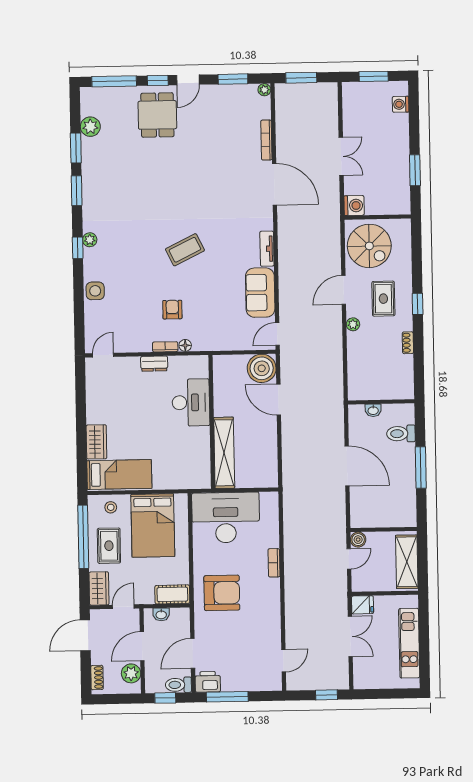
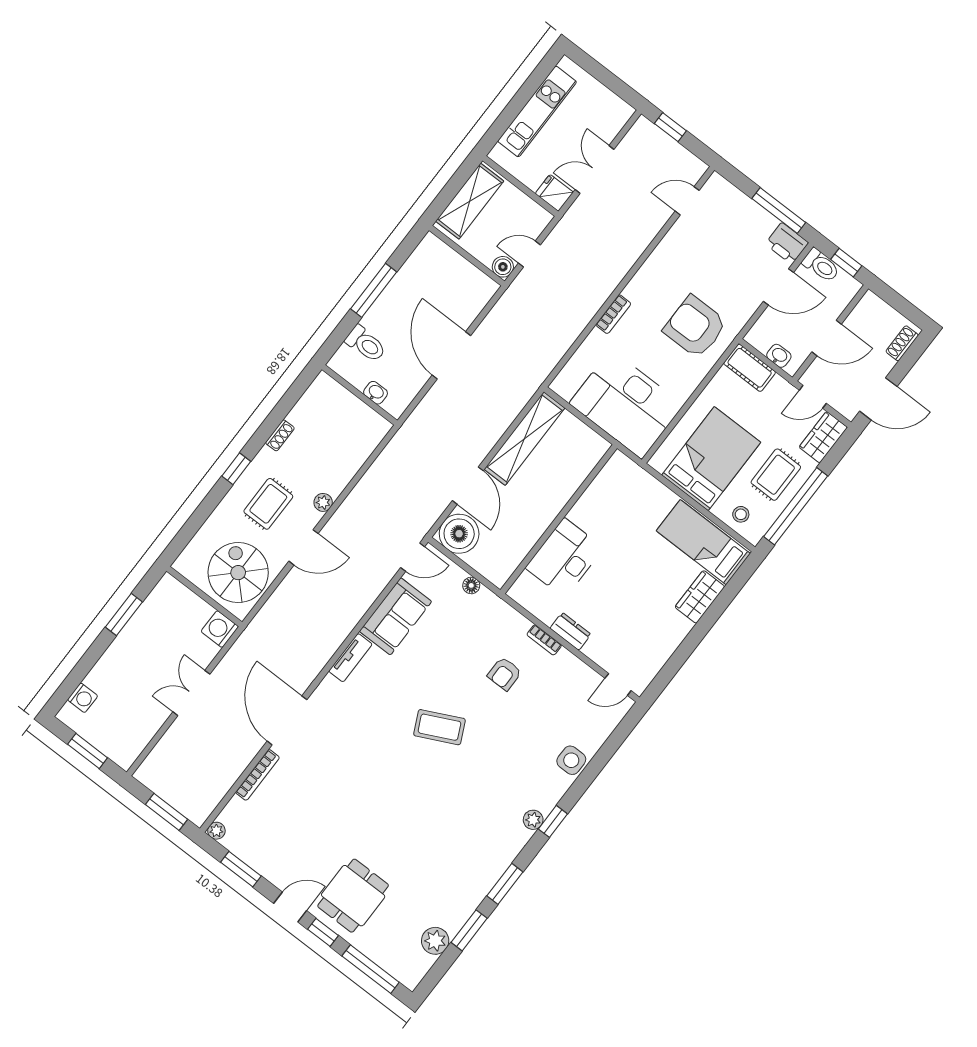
floor lamp: (185, 345) -> (471, 585), moved
shelving: (224, 453) -> (524, 439), moved
plant: (131, 673) -> (862, 318), removed

